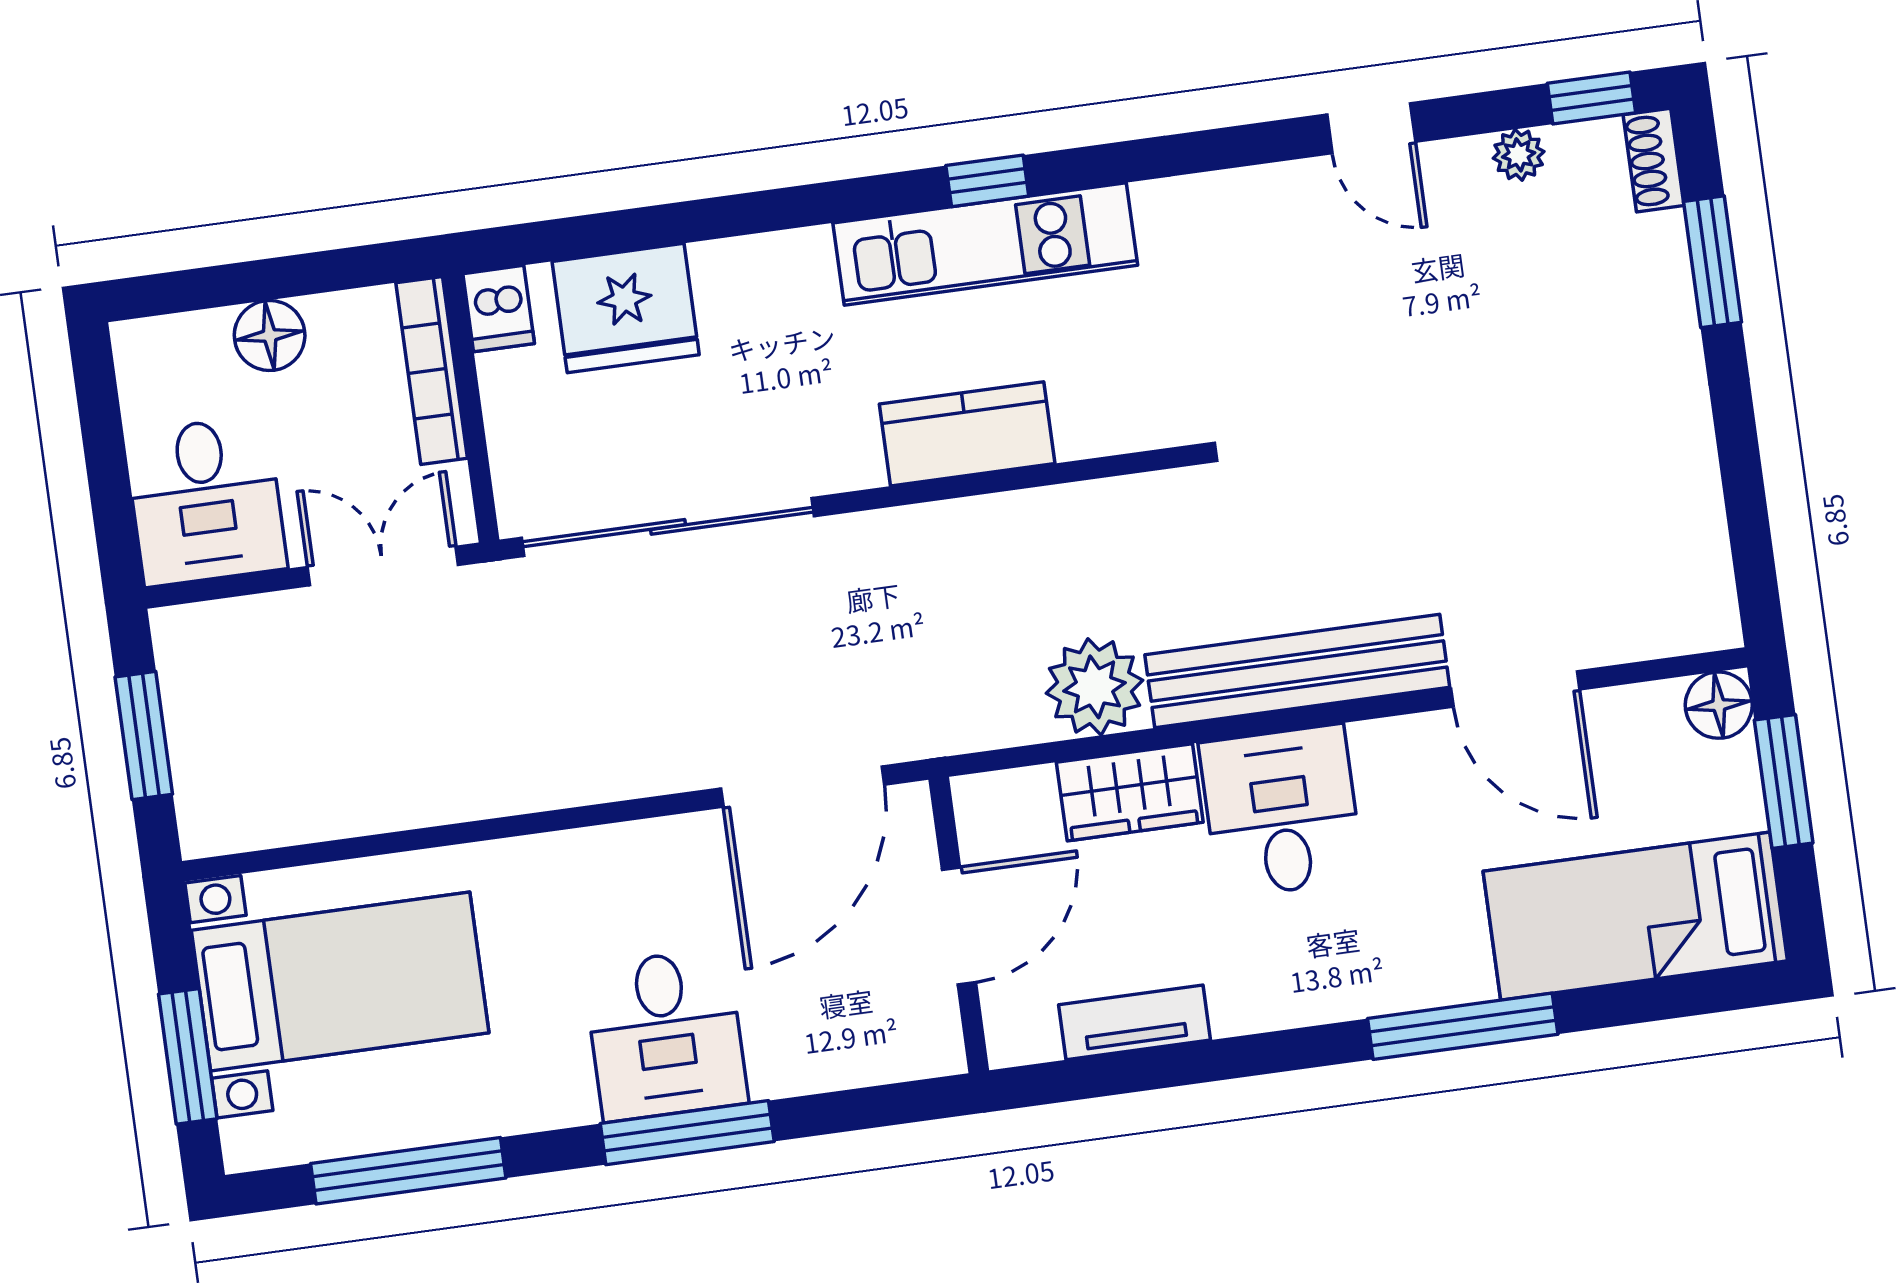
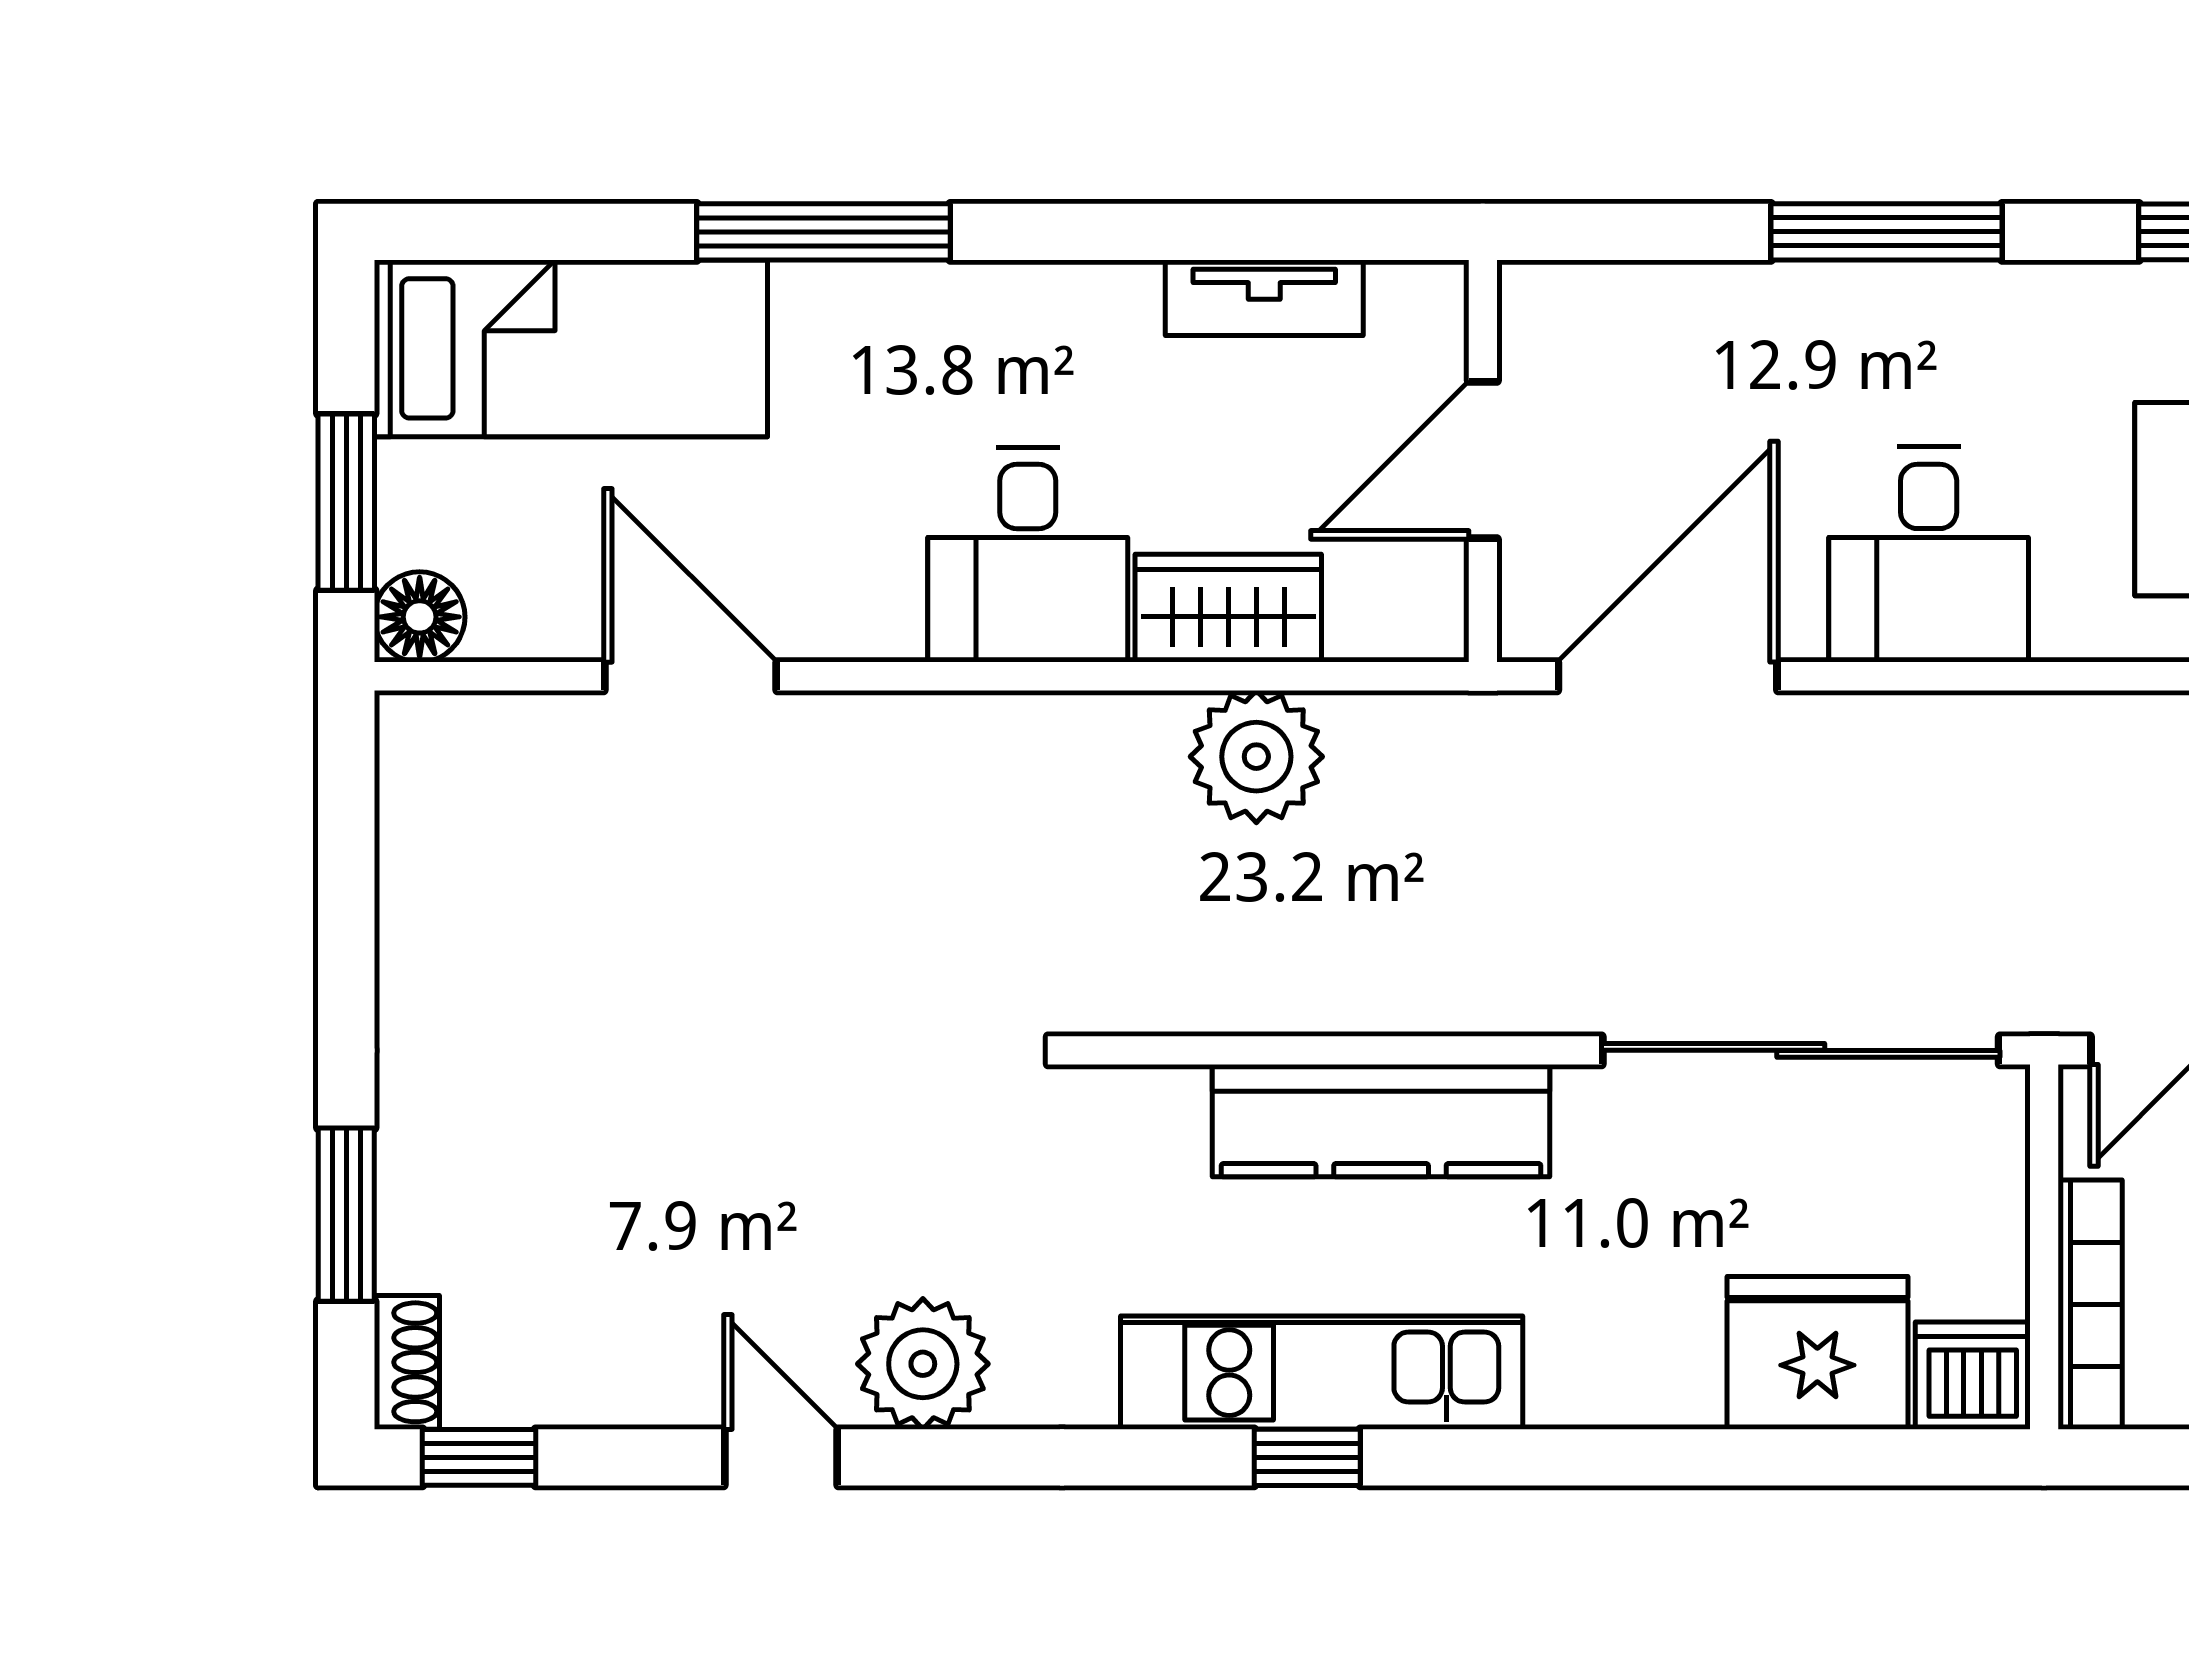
plant: (1519, 155) -> (923, 1364), moved, width x1.88, depth x1.88
dishwasher: (499, 309) -> (1973, 1376), width x1.38
kitchen counter: (967, 434) -> (1381, 1121), width x1.50
bench: (1297, 671) -> (980, 741), removed
desk: (666, 1035) -> (1929, 555), moved, turned 180

